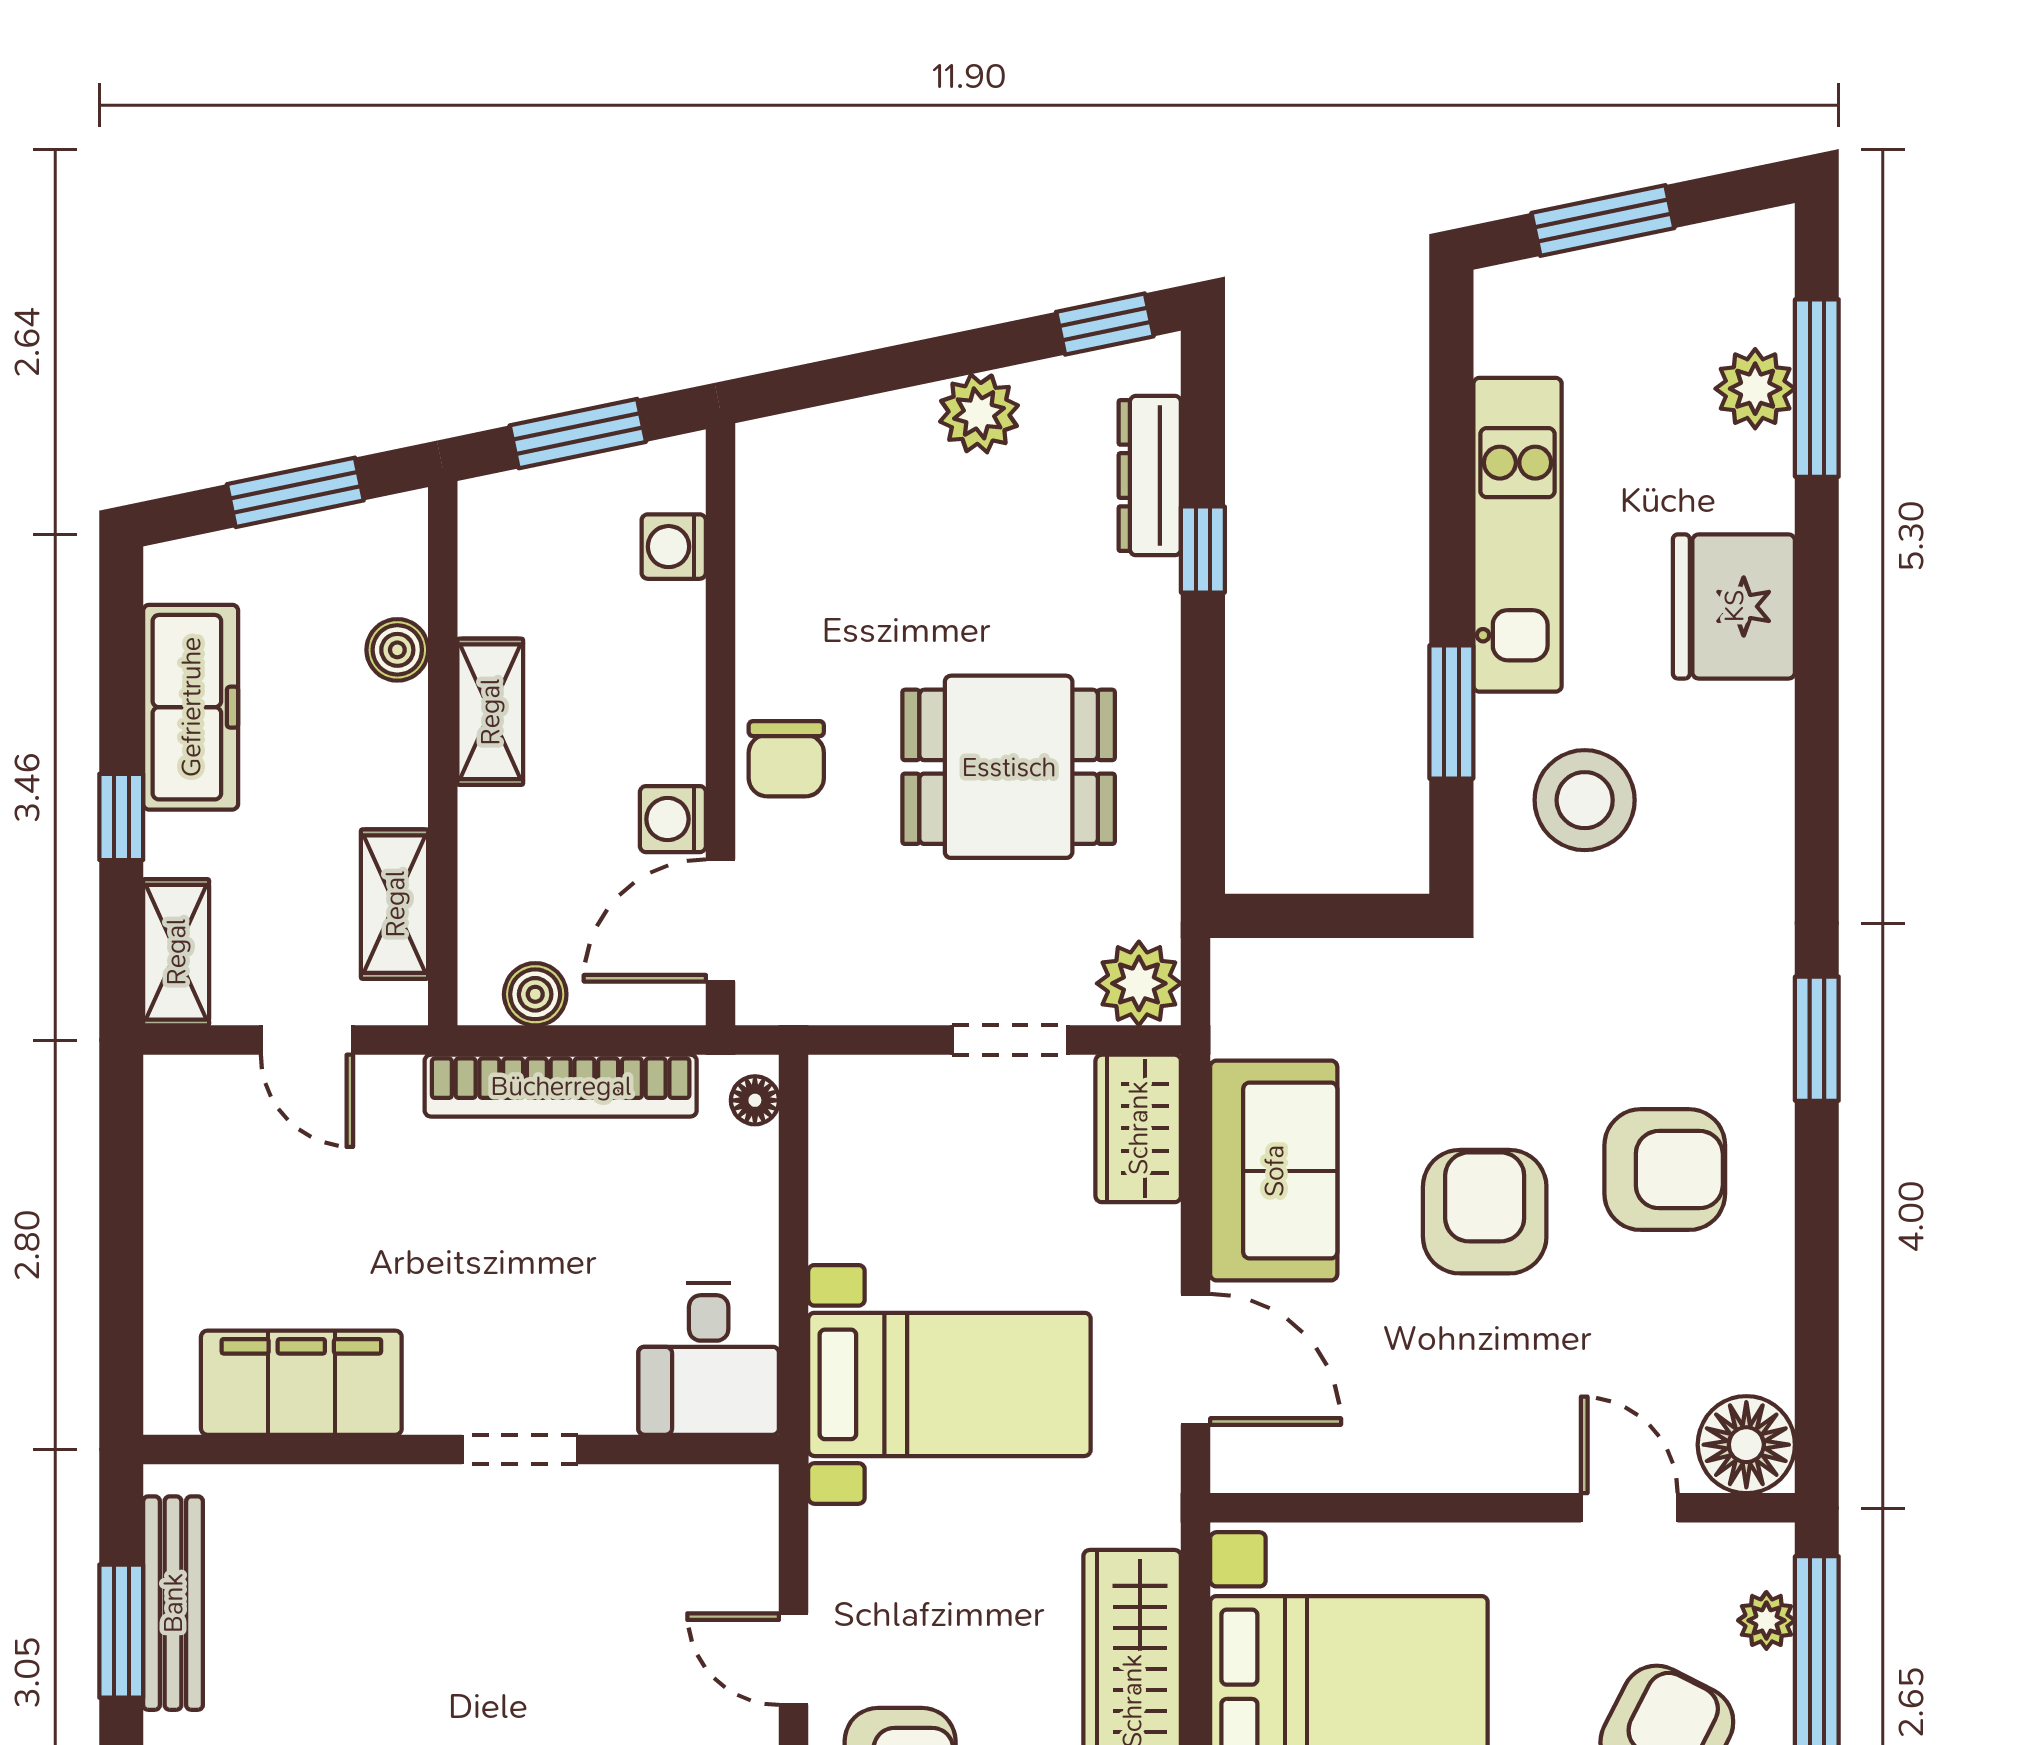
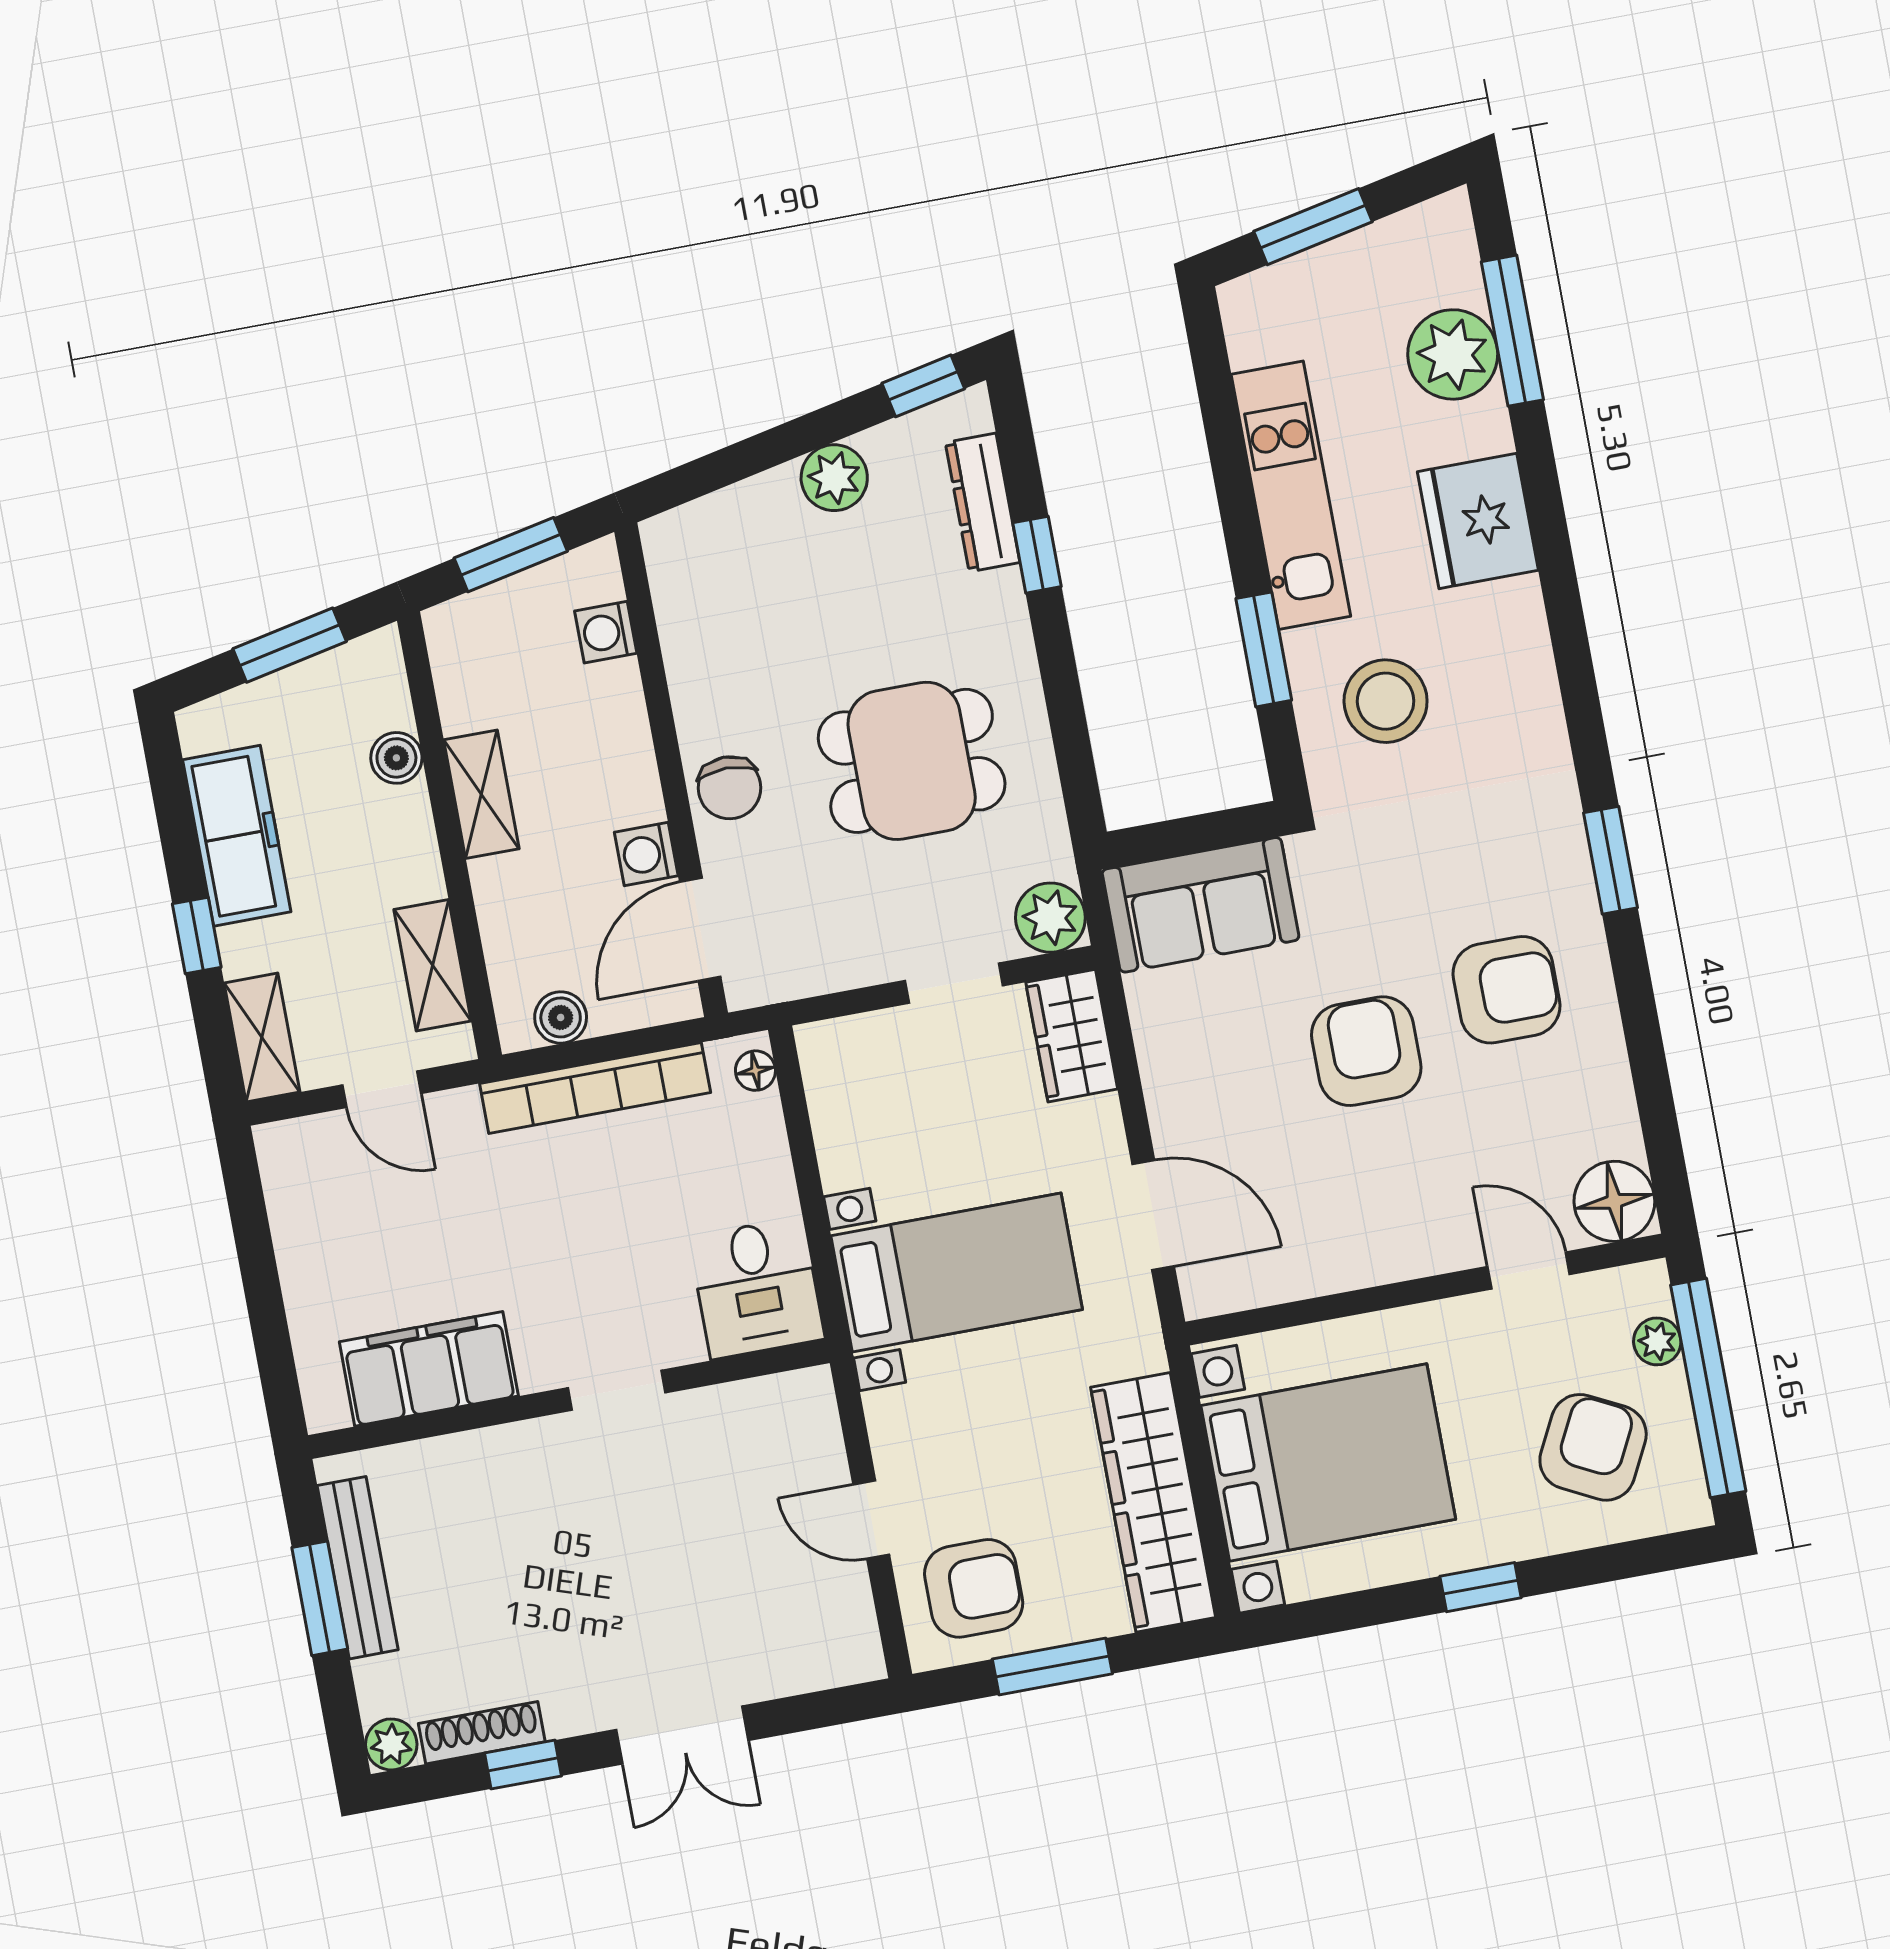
plant: (1755, 389) -> (1453, 354), width x1.36, depth x1.36
sofa: (1274, 1171) -> (1201, 905), moved, turned 90

